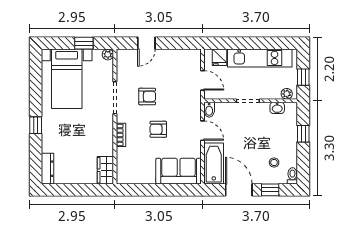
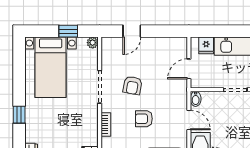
door: (203, 80) -> (189, 69), swing flipped
armchair: (147, 96) -> (133, 85), turned 100

